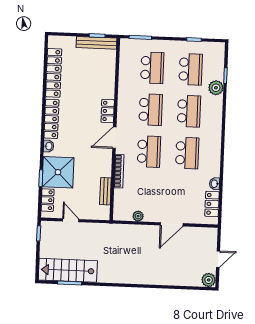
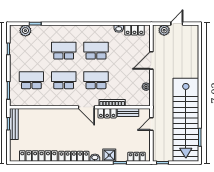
school desk: (191, 69) -> (31, 51), removed
plant: (216, 88) -> (25, 31), moved
locker: (108, 111) -> (107, 113), moved
shower: (58, 172) -> (109, 155), width x0.54, depth x0.54
door: (71, 220) -> (151, 124), moved
door: (172, 224) -> (151, 60), swing flipped
door: (218, 259) -> (177, 24), hinge flipped
stairs: (68, 270) -> (186, 120), width x1.86, depth x1.51
plant: (209, 280) -> (164, 30), moved

